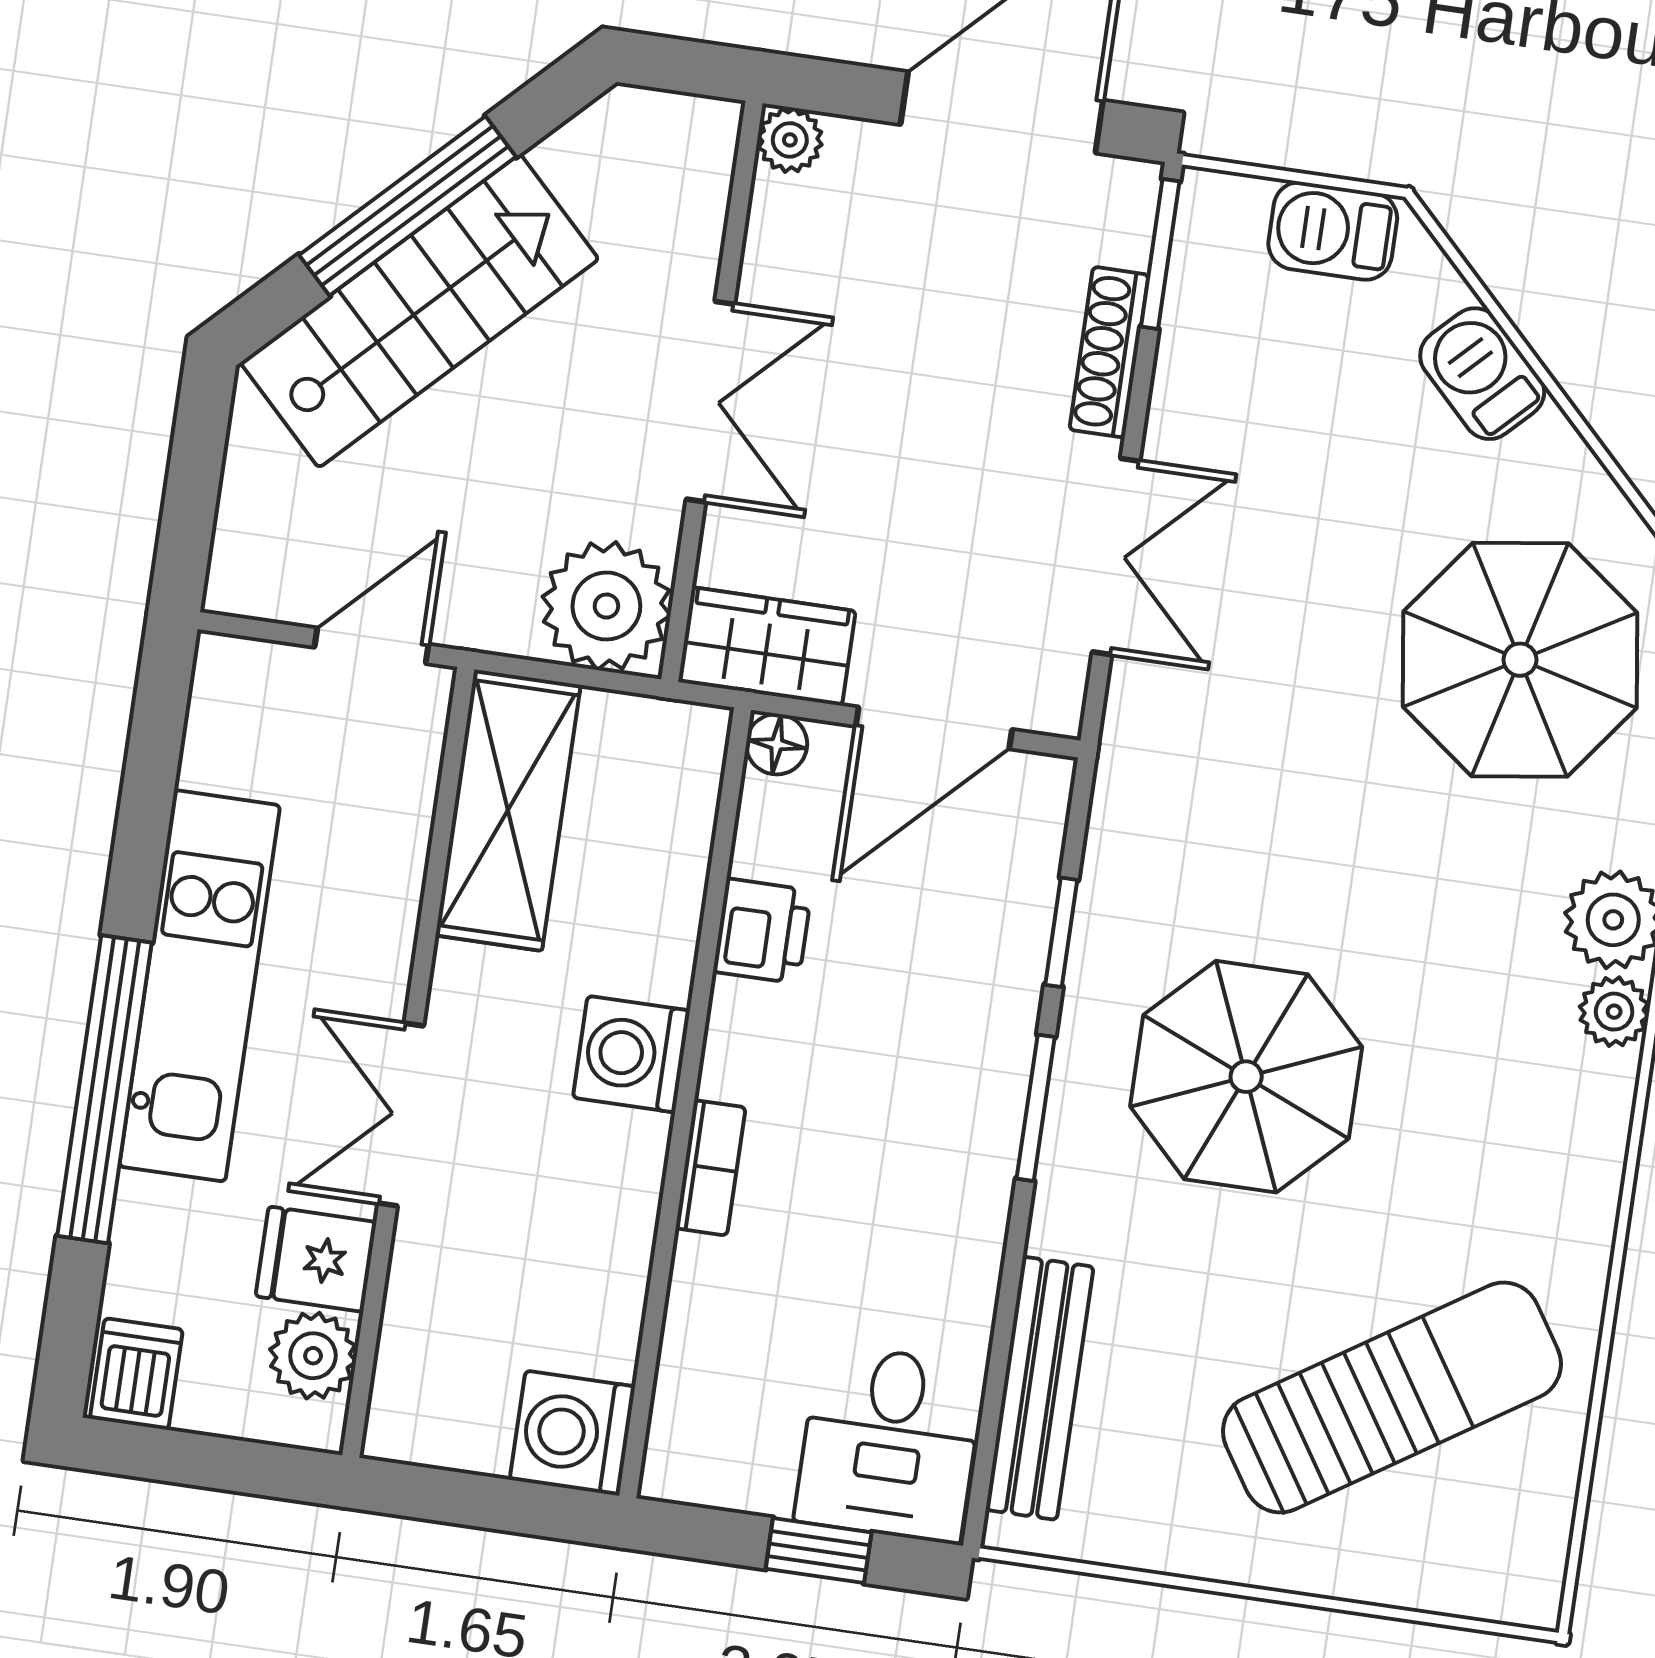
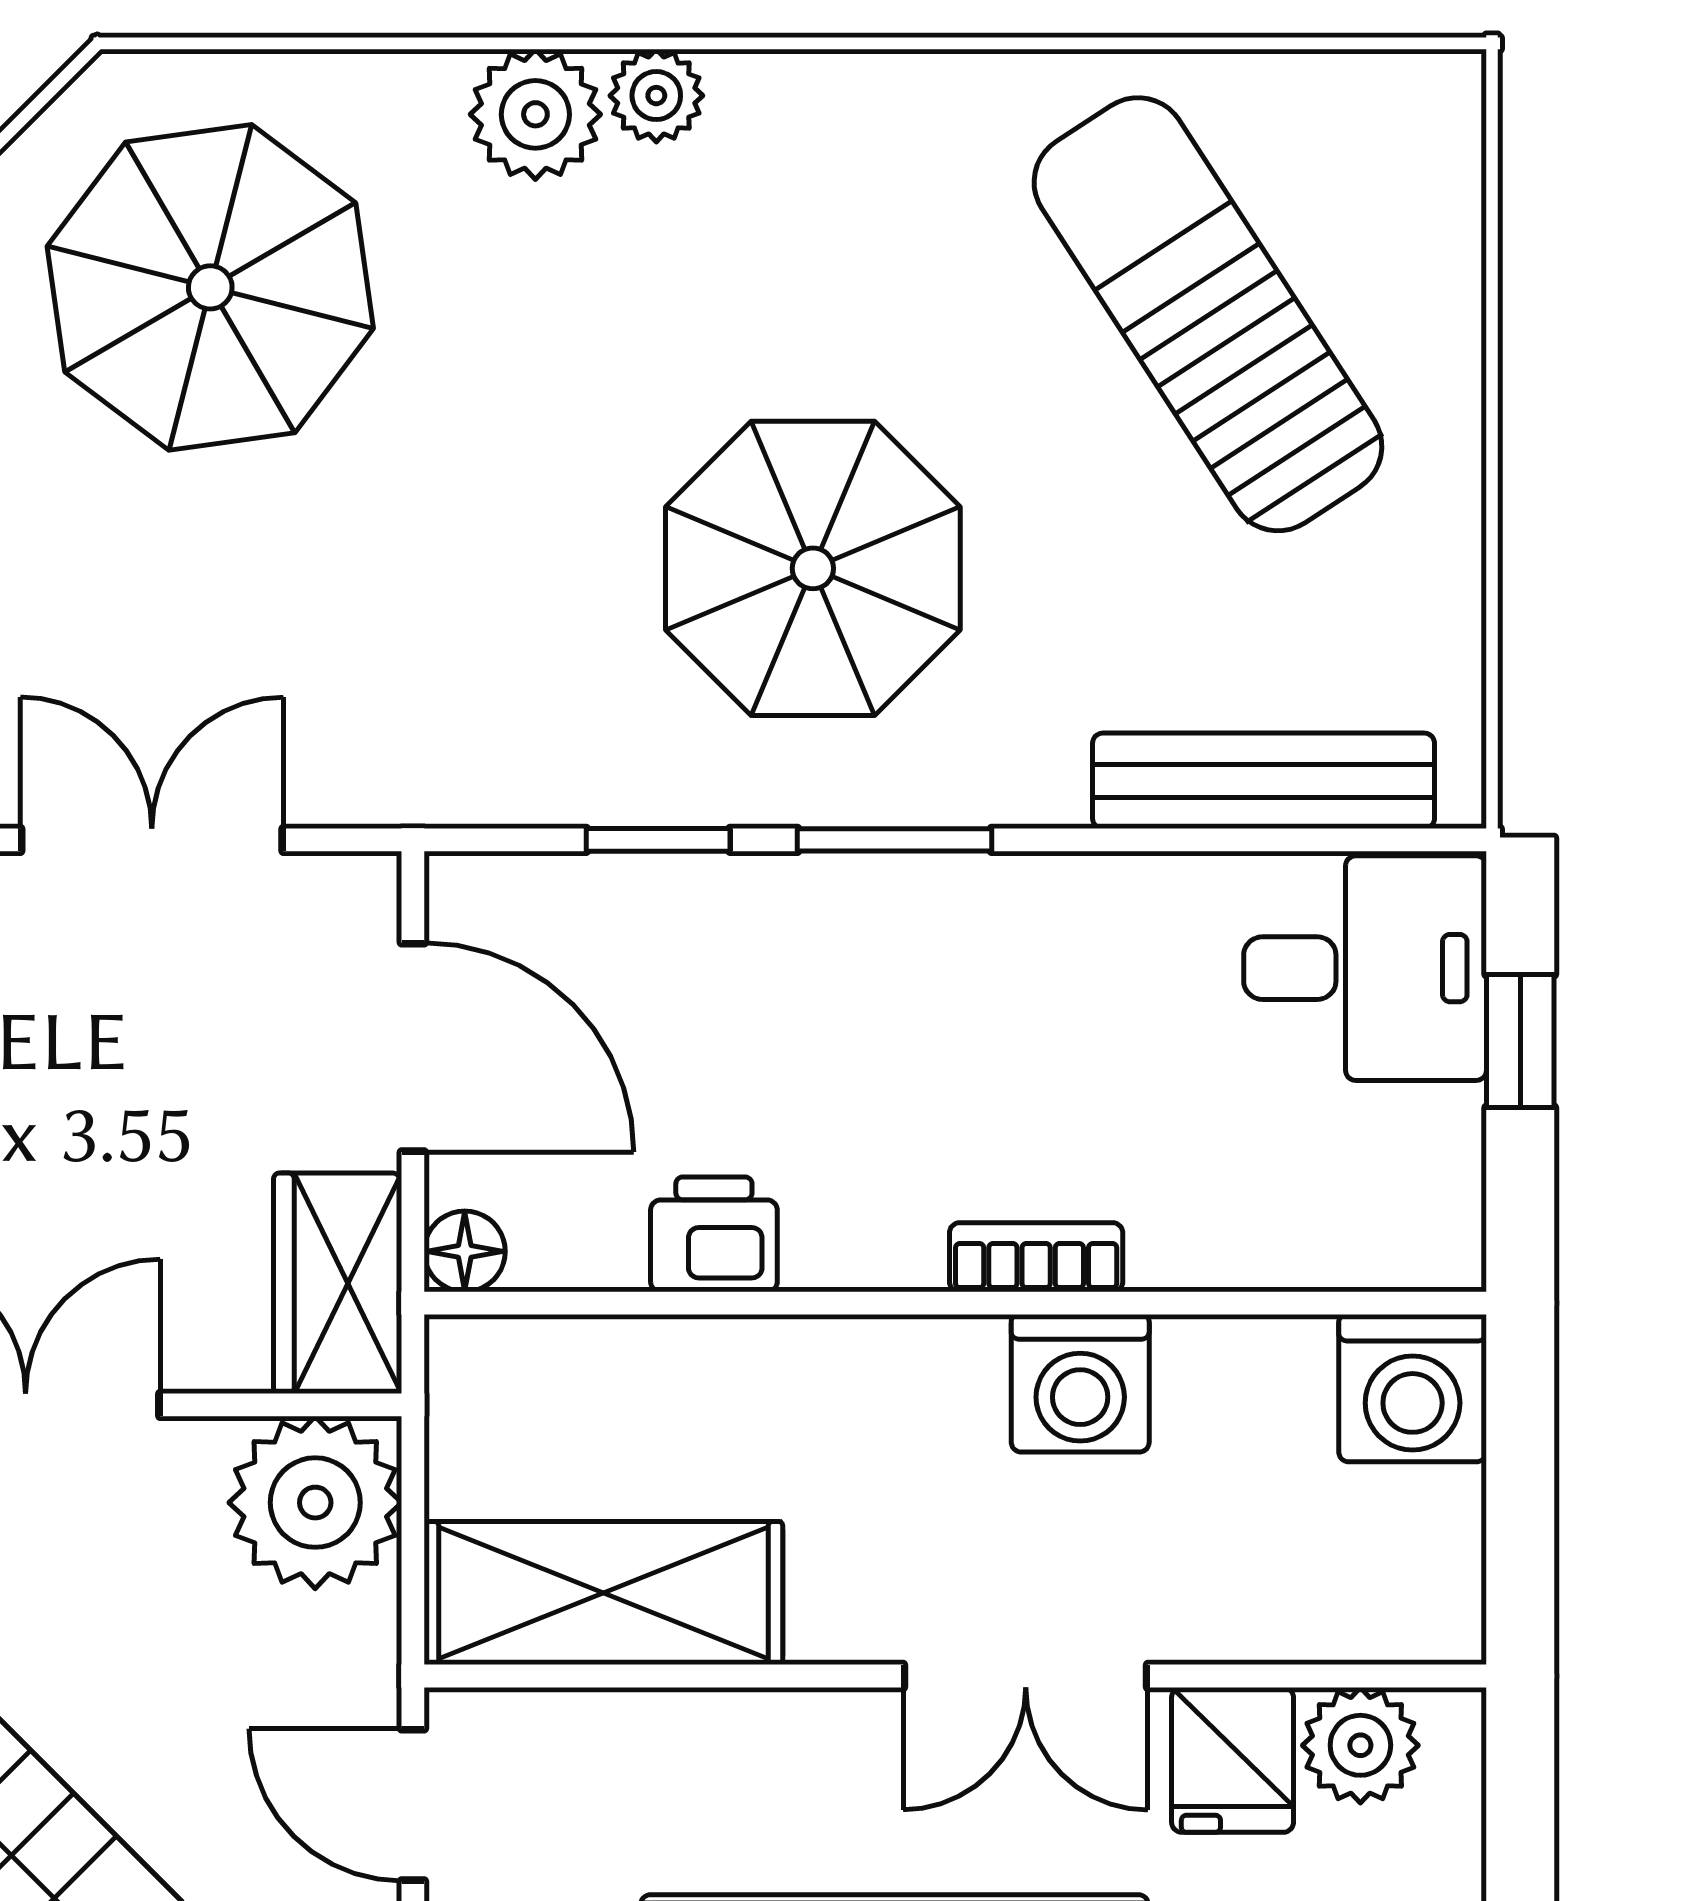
washing machine: (631, 1054) -> (1080, 1383), moved

